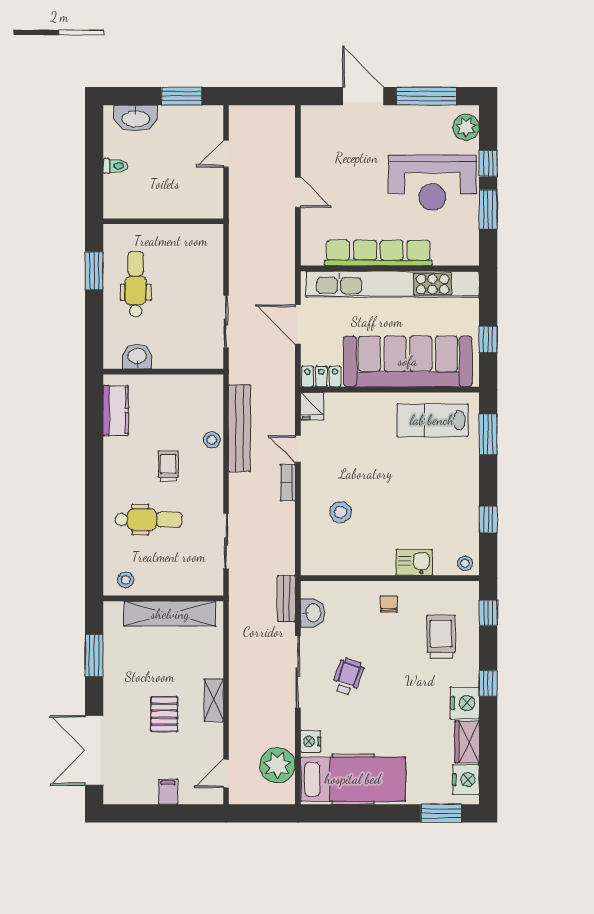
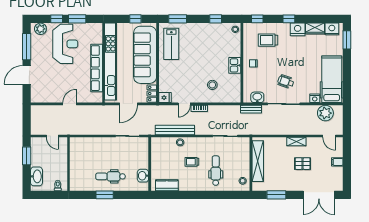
wall: (163, 221) -> (68, 164), moved
kitchen sink: (414, 562) -> (235, 65), moved

